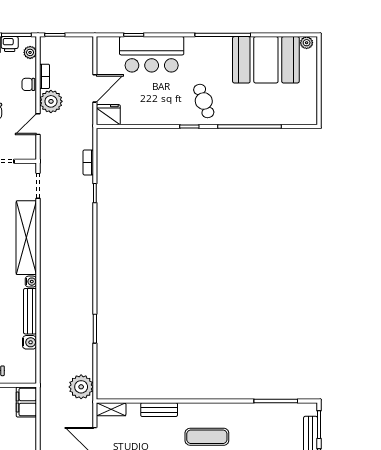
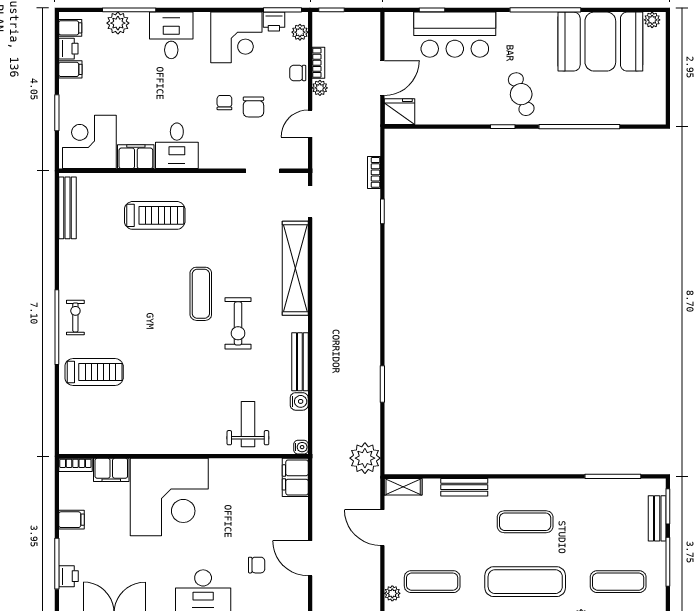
plant: (51, 101) -> (320, 88), width x0.53, depth x0.53
water cooler: (31, 282) -> (301, 447), moved

